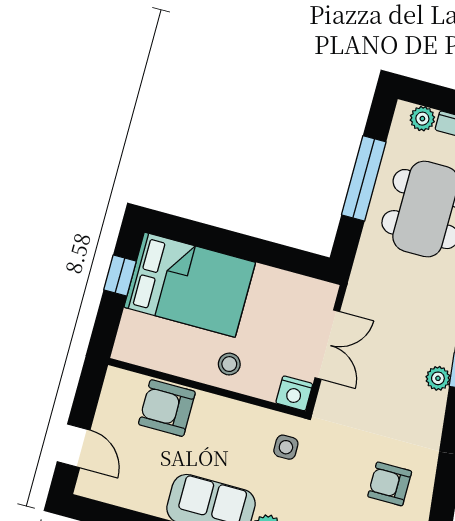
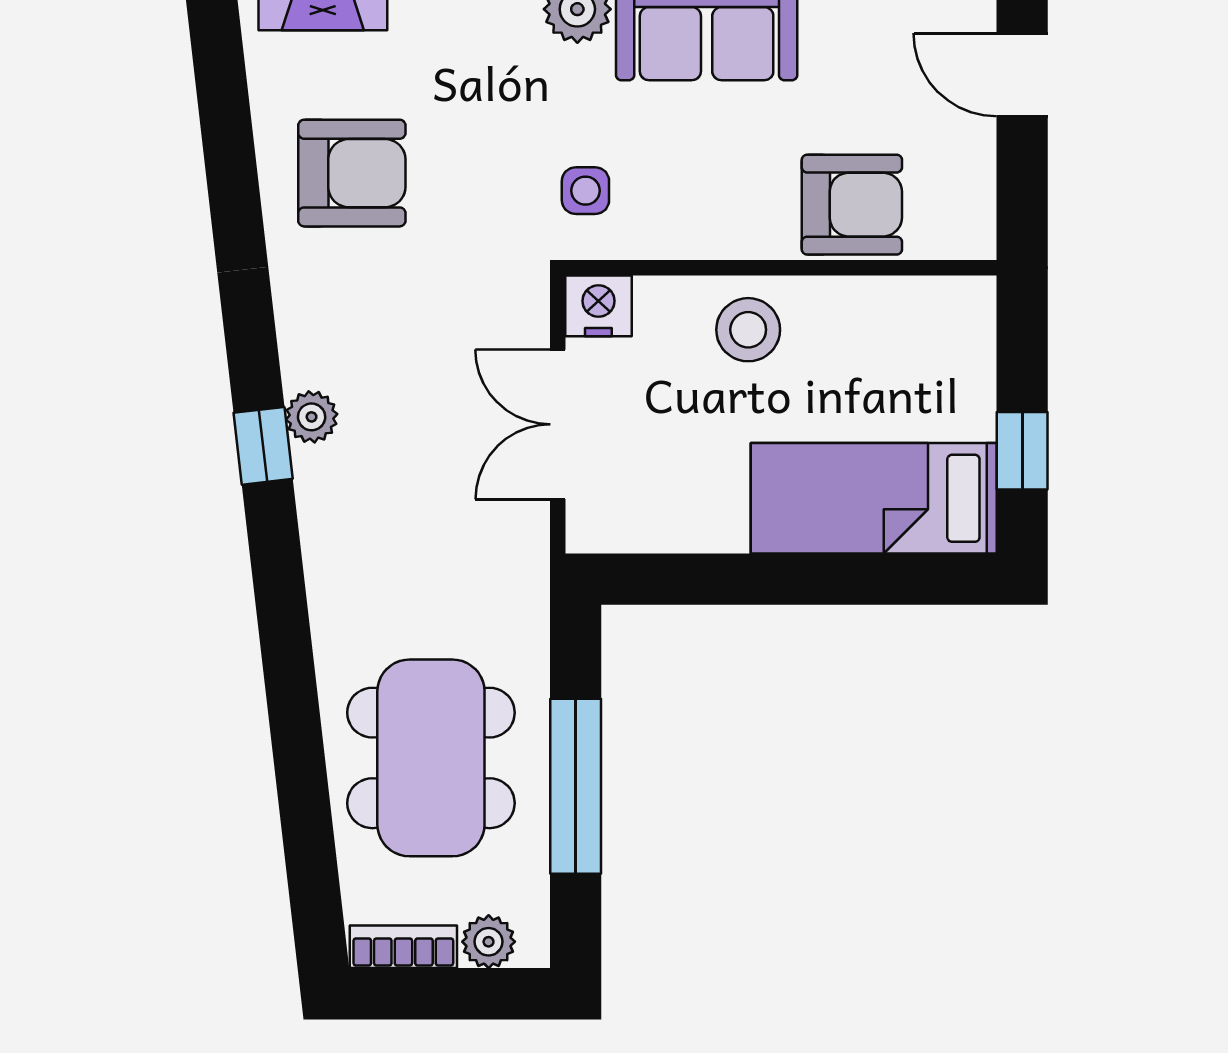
bed: (190, 285) -> (874, 498), width x0.67
stool: (229, 364) -> (748, 330), width x1.37, depth x1.37
armchair: (390, 484) -> (352, 173), width x1.38, depth x1.38

